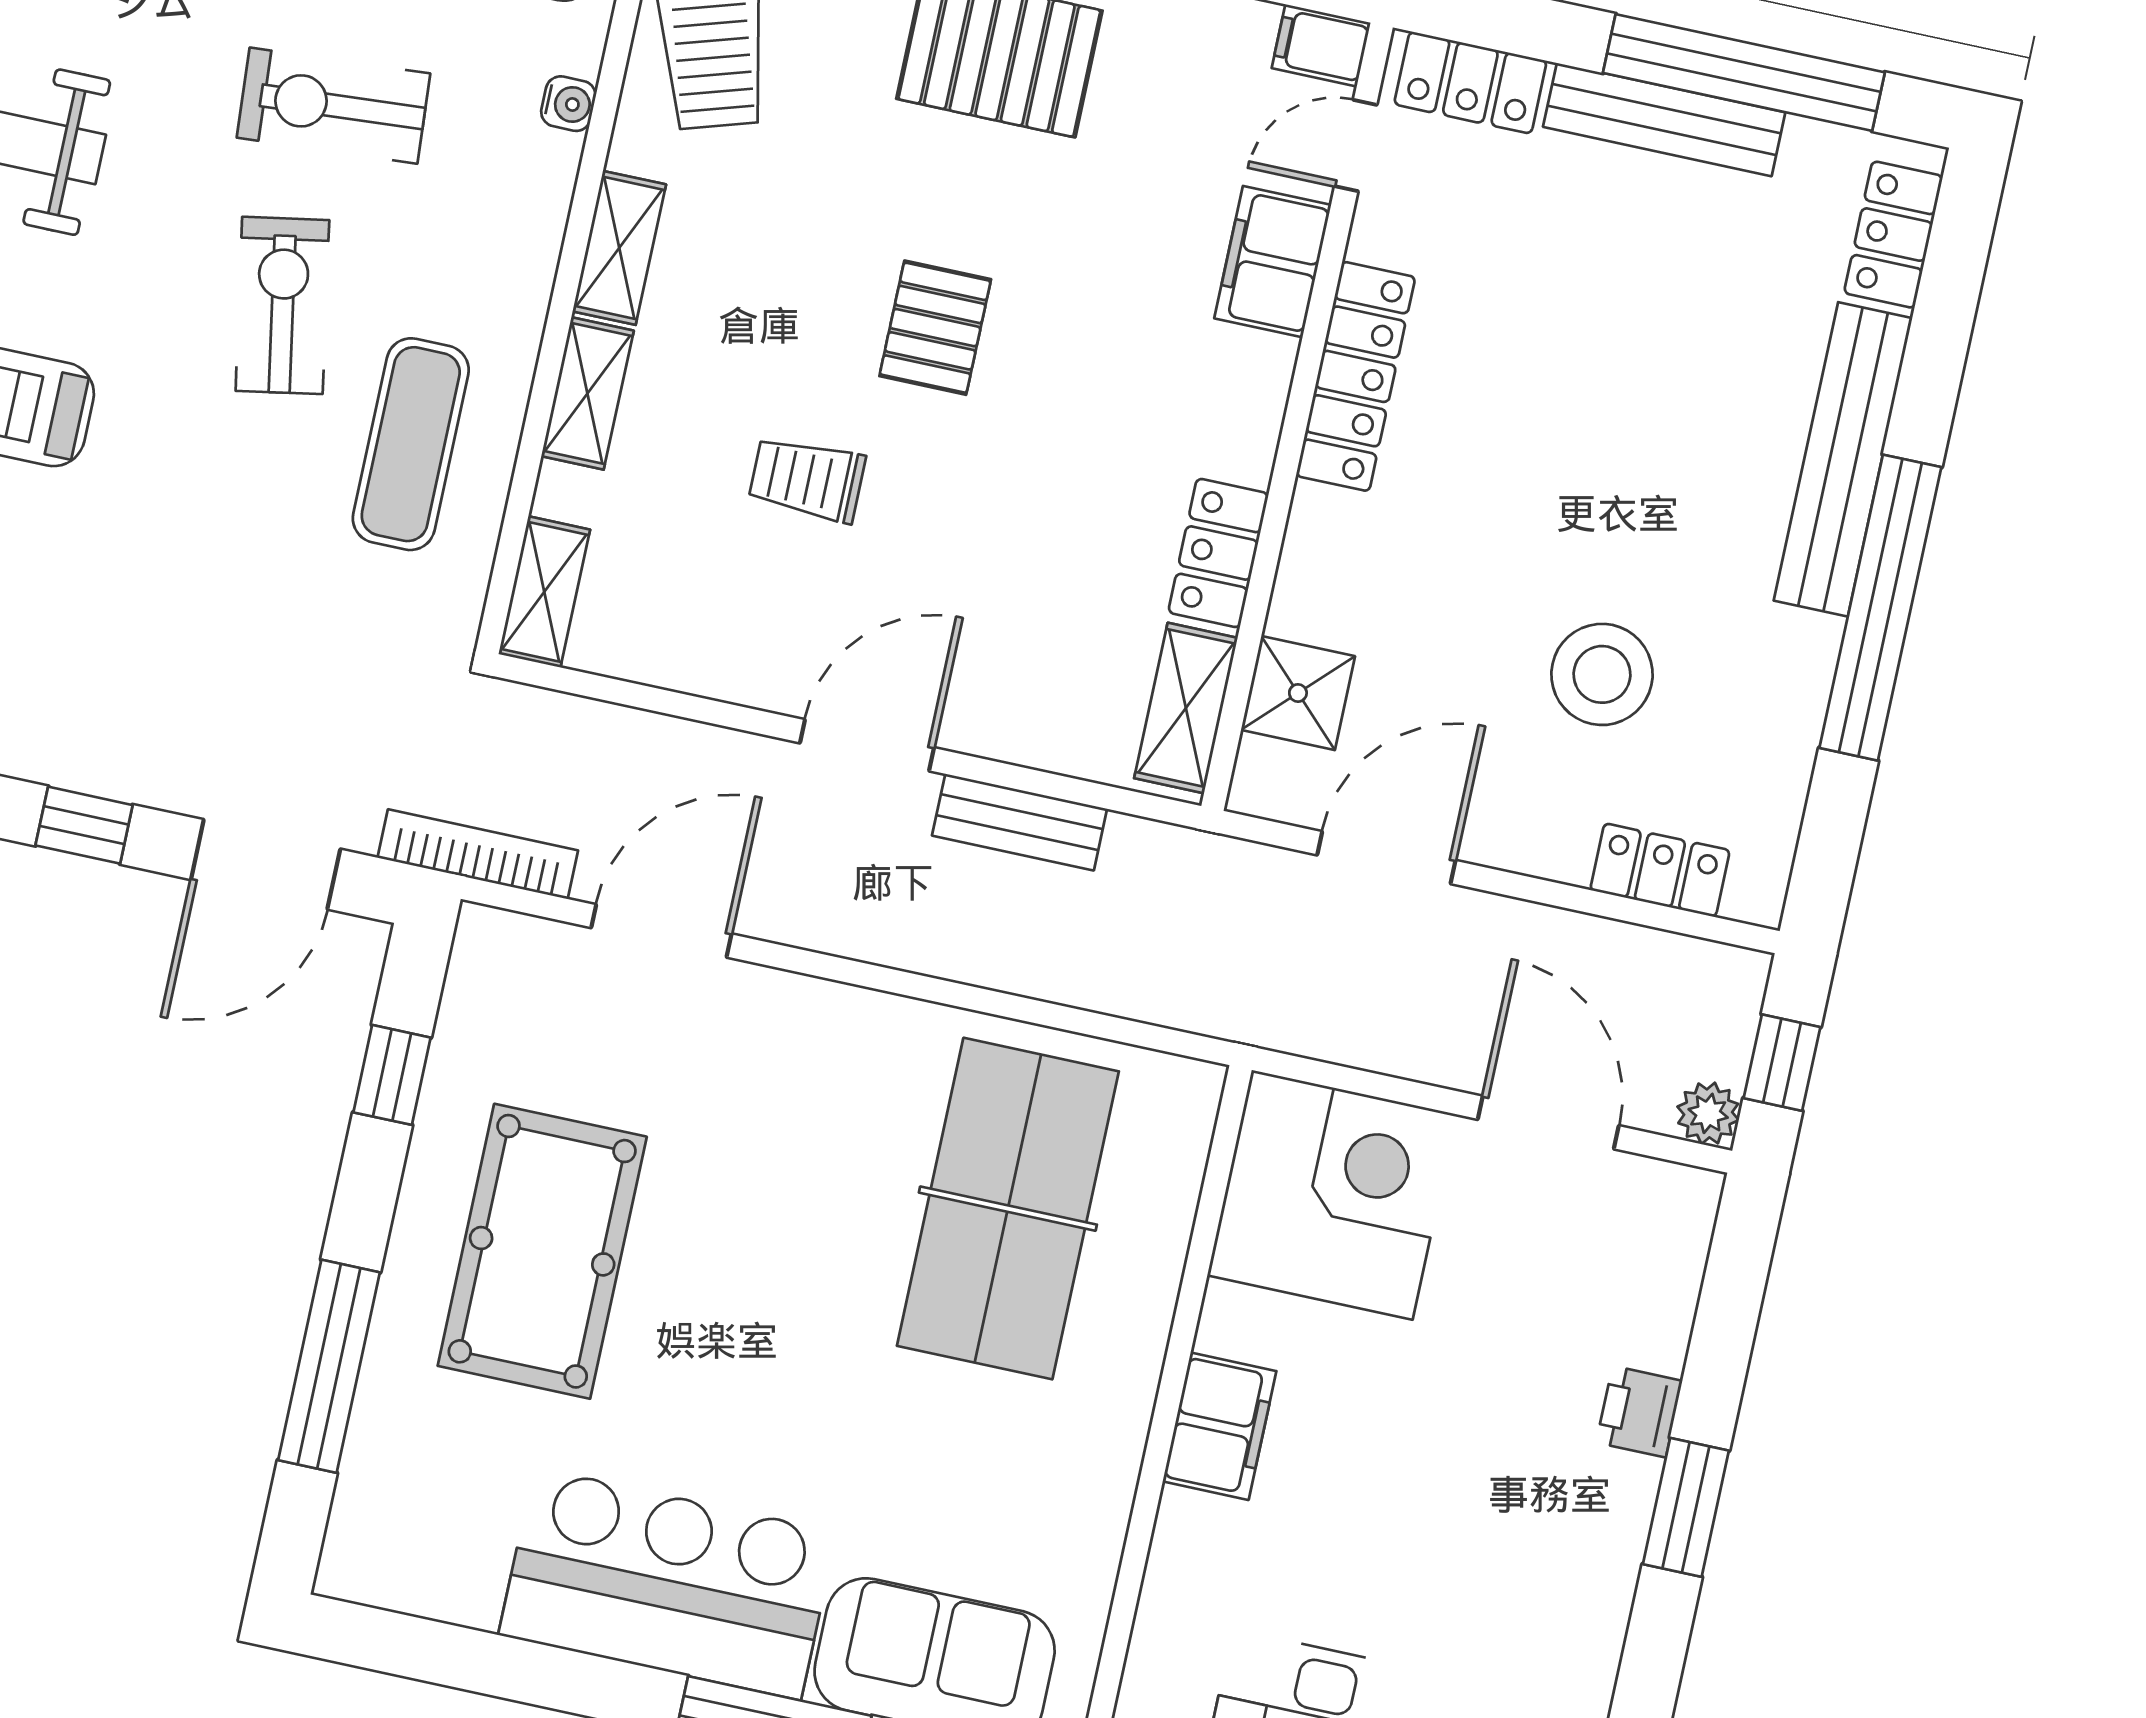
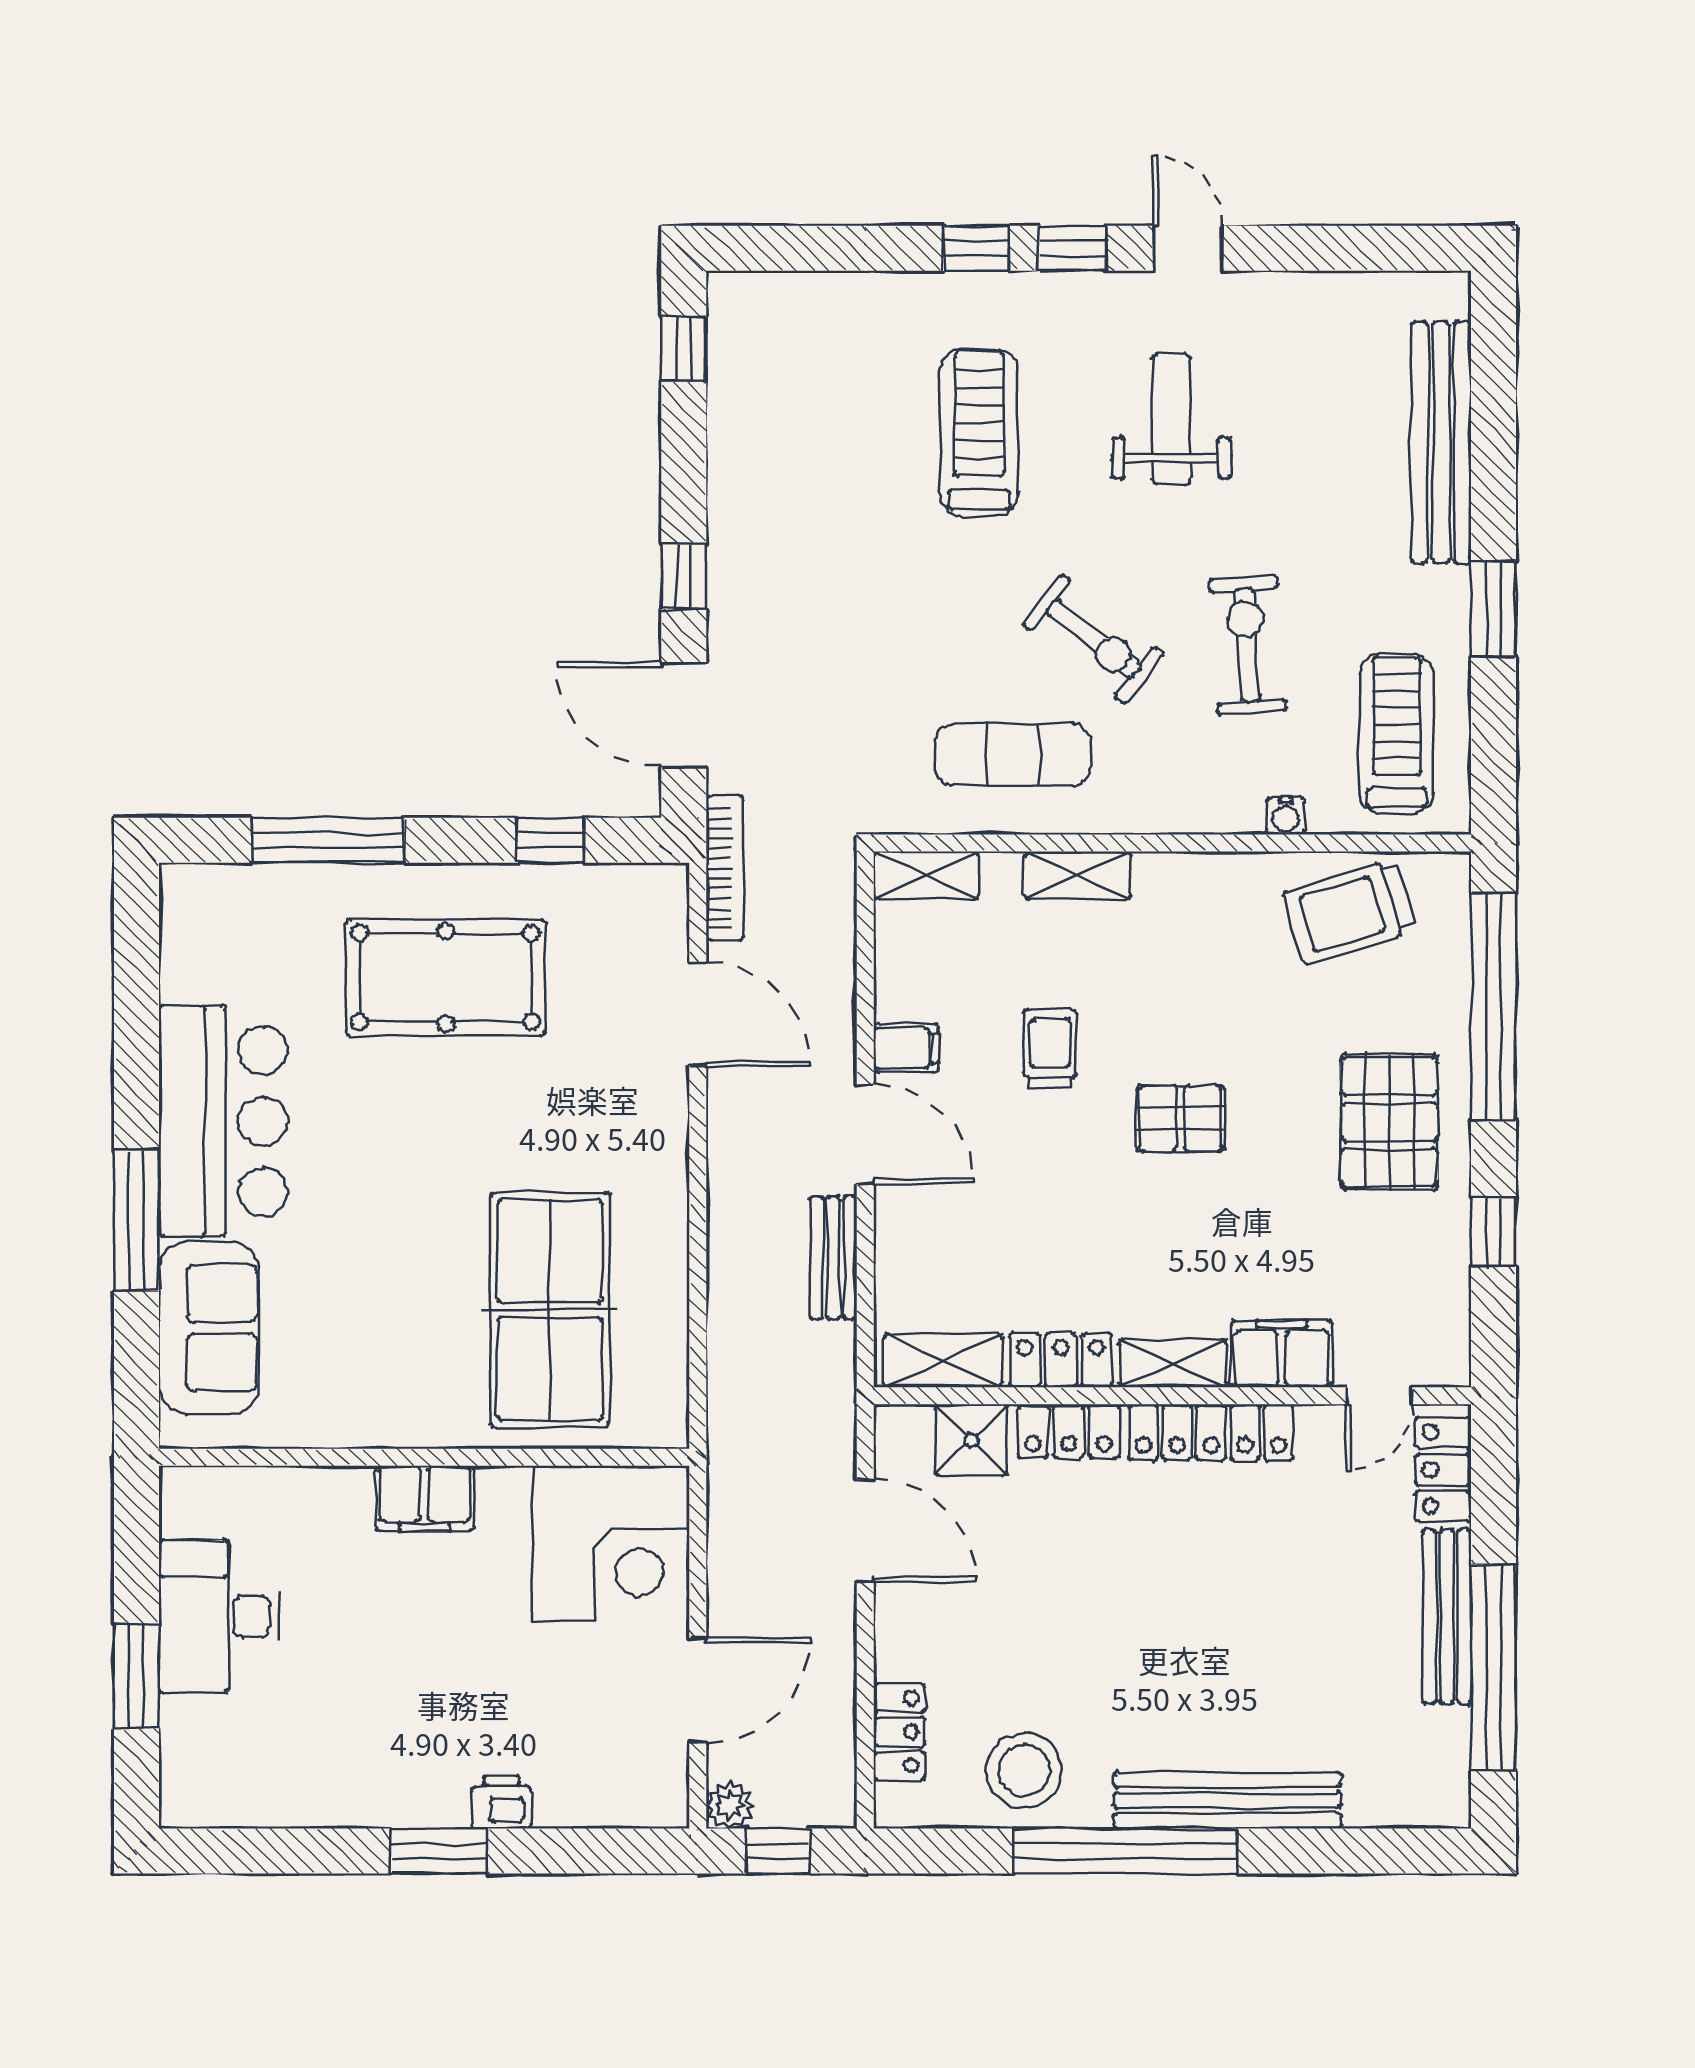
filing cabinet: (1321, 45) -> (906, 1048), moved, turned 90
door: (1356, 146) -> (1379, 1396), swing flipped
locker: (1893, 235) -> (1069, 1431), moved, turned 180
shelving: (619, 248) -> (1173, 1363), moved
exercise bike: (282, 305) -> (1094, 639), turned 48
stool: (1602, 674) -> (1024, 1770), moved
table tennis table: (1008, 1209) -> (550, 1310), turned 90

